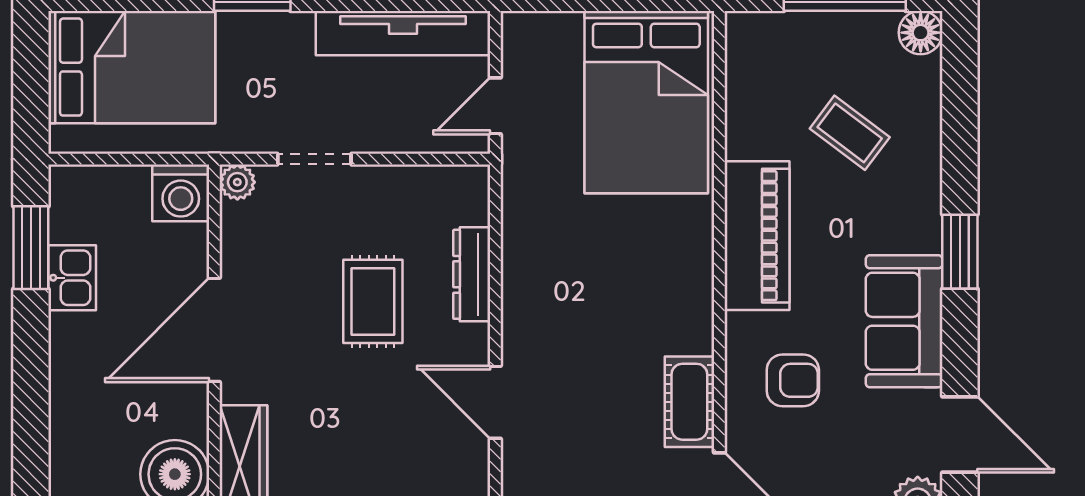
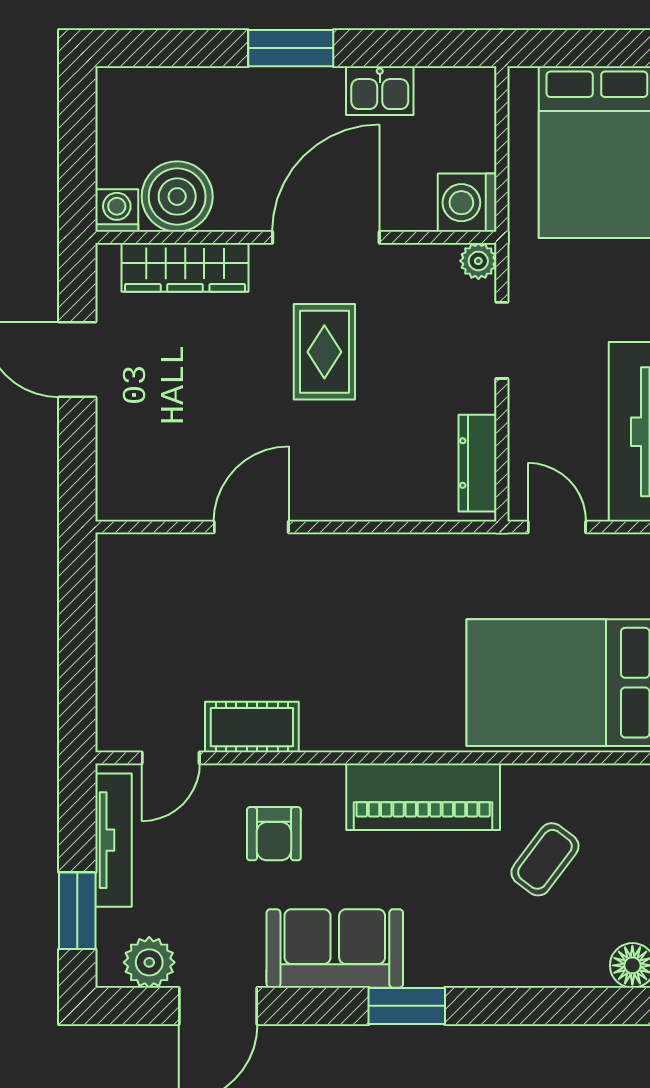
coffee table: (850, 133) -> (545, 859), moved
window: (31, 248) -> (291, 48), moved
dresser: (472, 274) -> (478, 463), moved, turned -90
rug: (373, 301) -> (324, 352), moved, turned 90
door: (214, 330) -> (326, 237), hinge flipped

